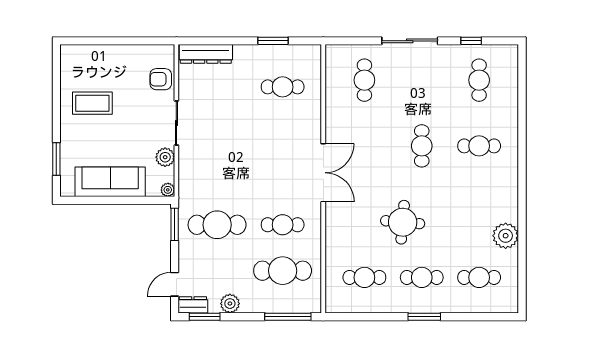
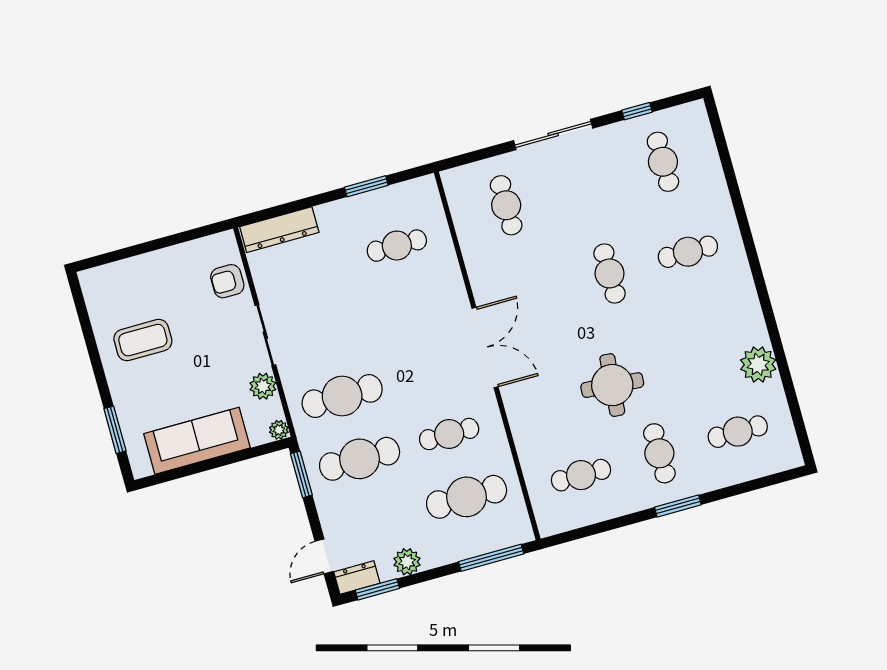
cafe table: (217, 179) -> (342, 396), added
cafe table: (422, 277) -> (659, 453), turned 90

